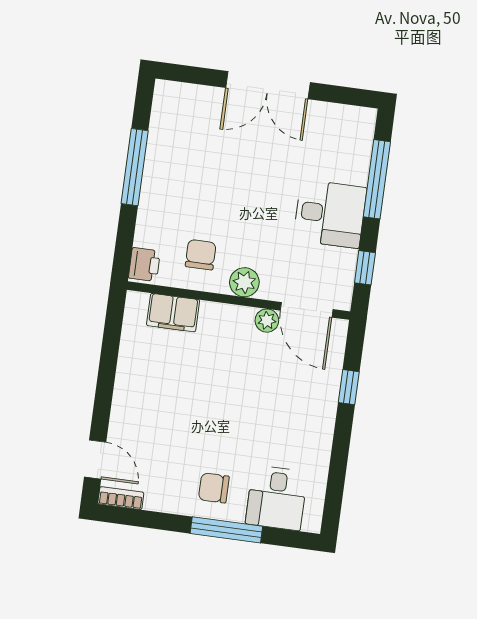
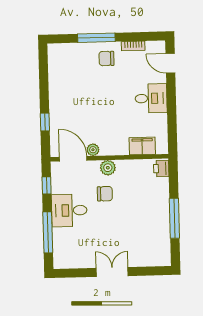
double door: (268, 85) -> (112, 272), width x0.73
chair: (201, 255) -> (105, 194), moved, turned -90
chair: (214, 488) -> (106, 58), turned 180
bookcase: (121, 498) -> (133, 46), moved
desk: (276, 498) -> (151, 98), moved, turned 90

